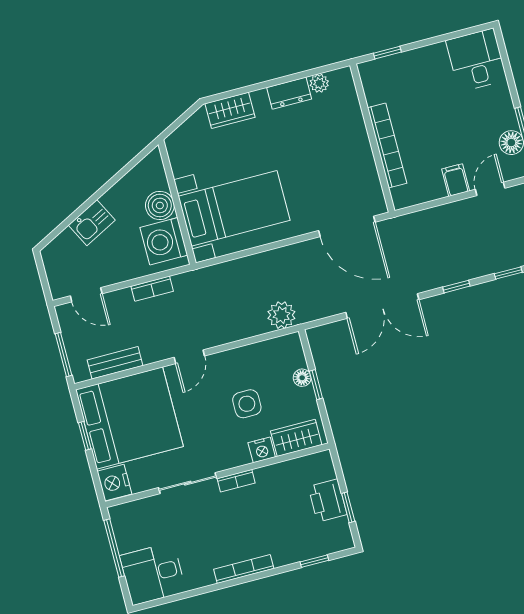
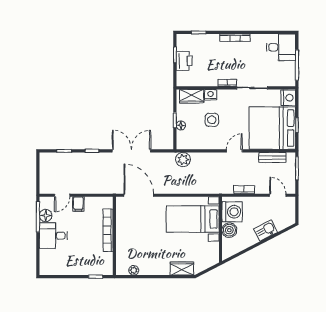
desk: (476, 60) -> (53, 236), moved, turned 90
dresser: (289, 93) -> (150, 269), removed

